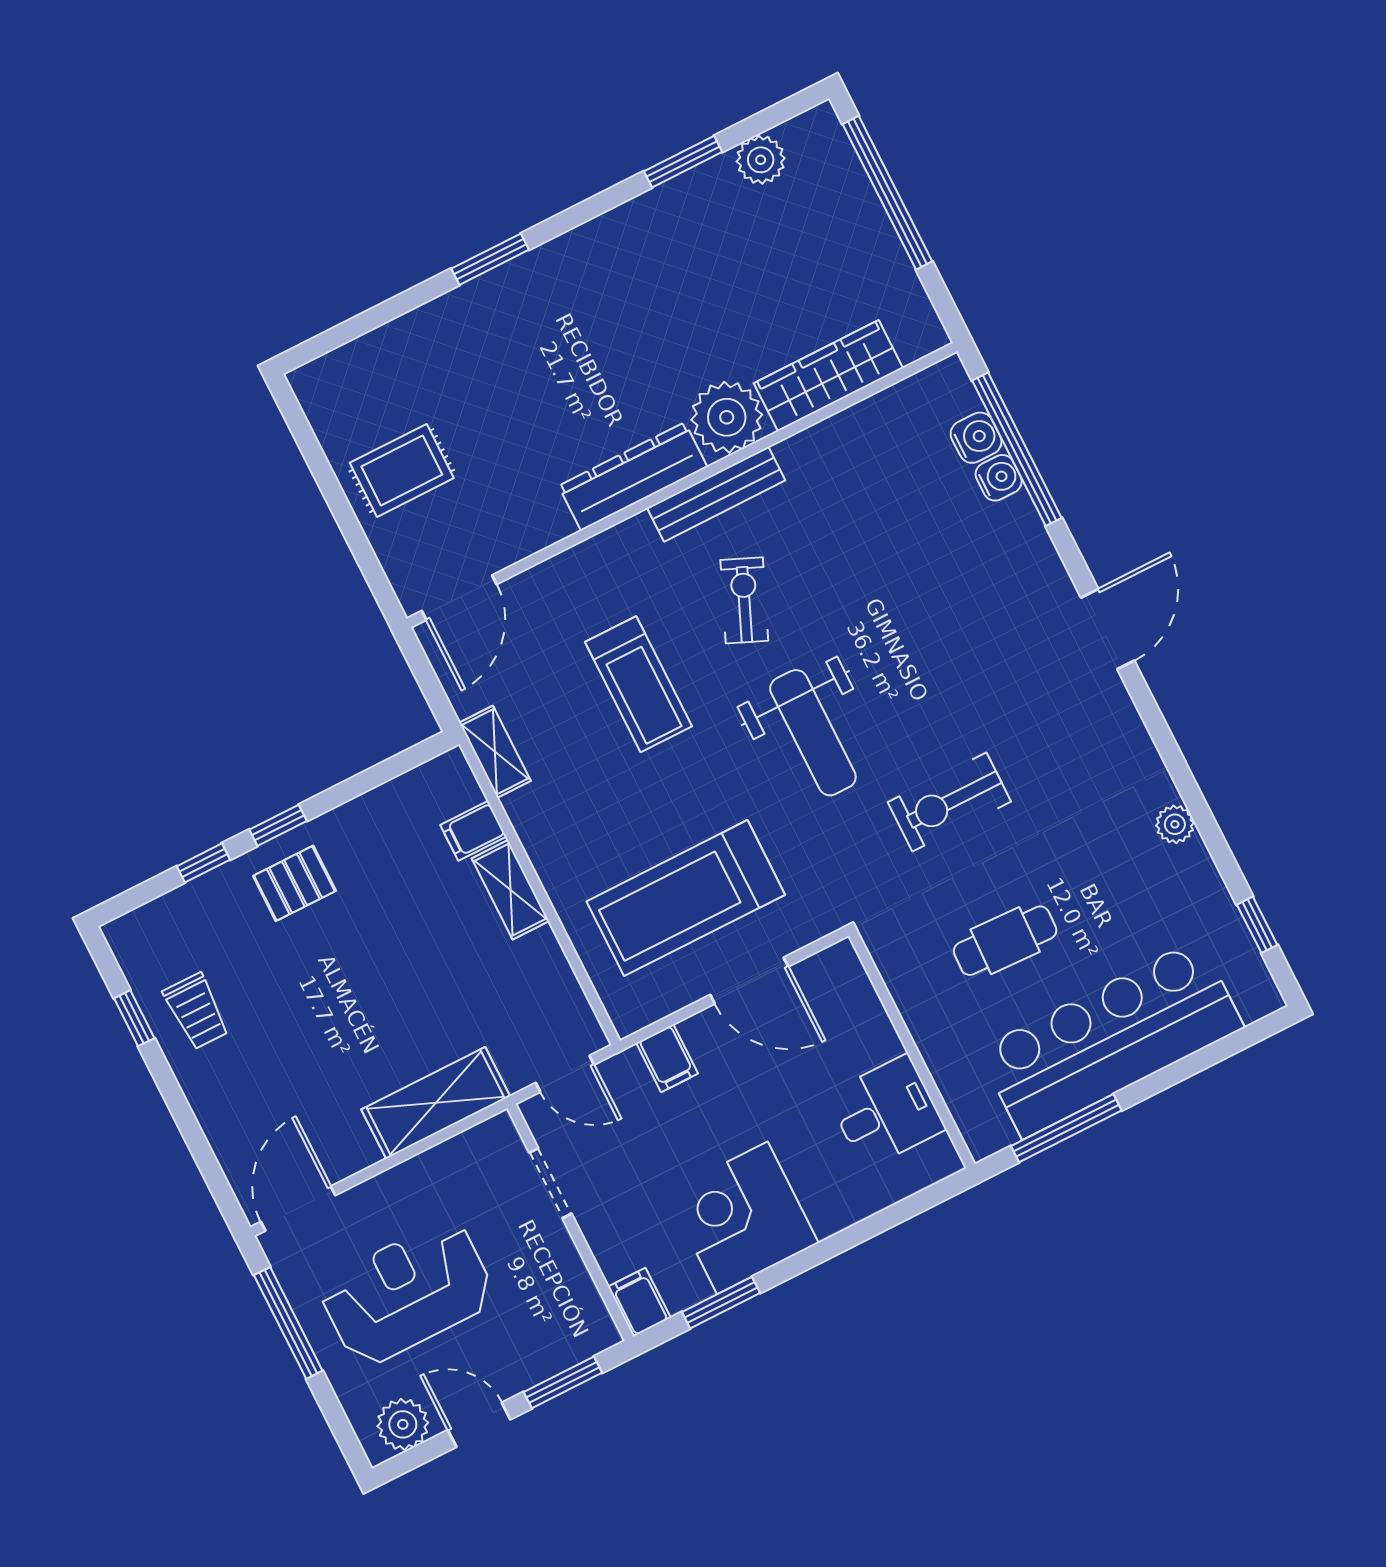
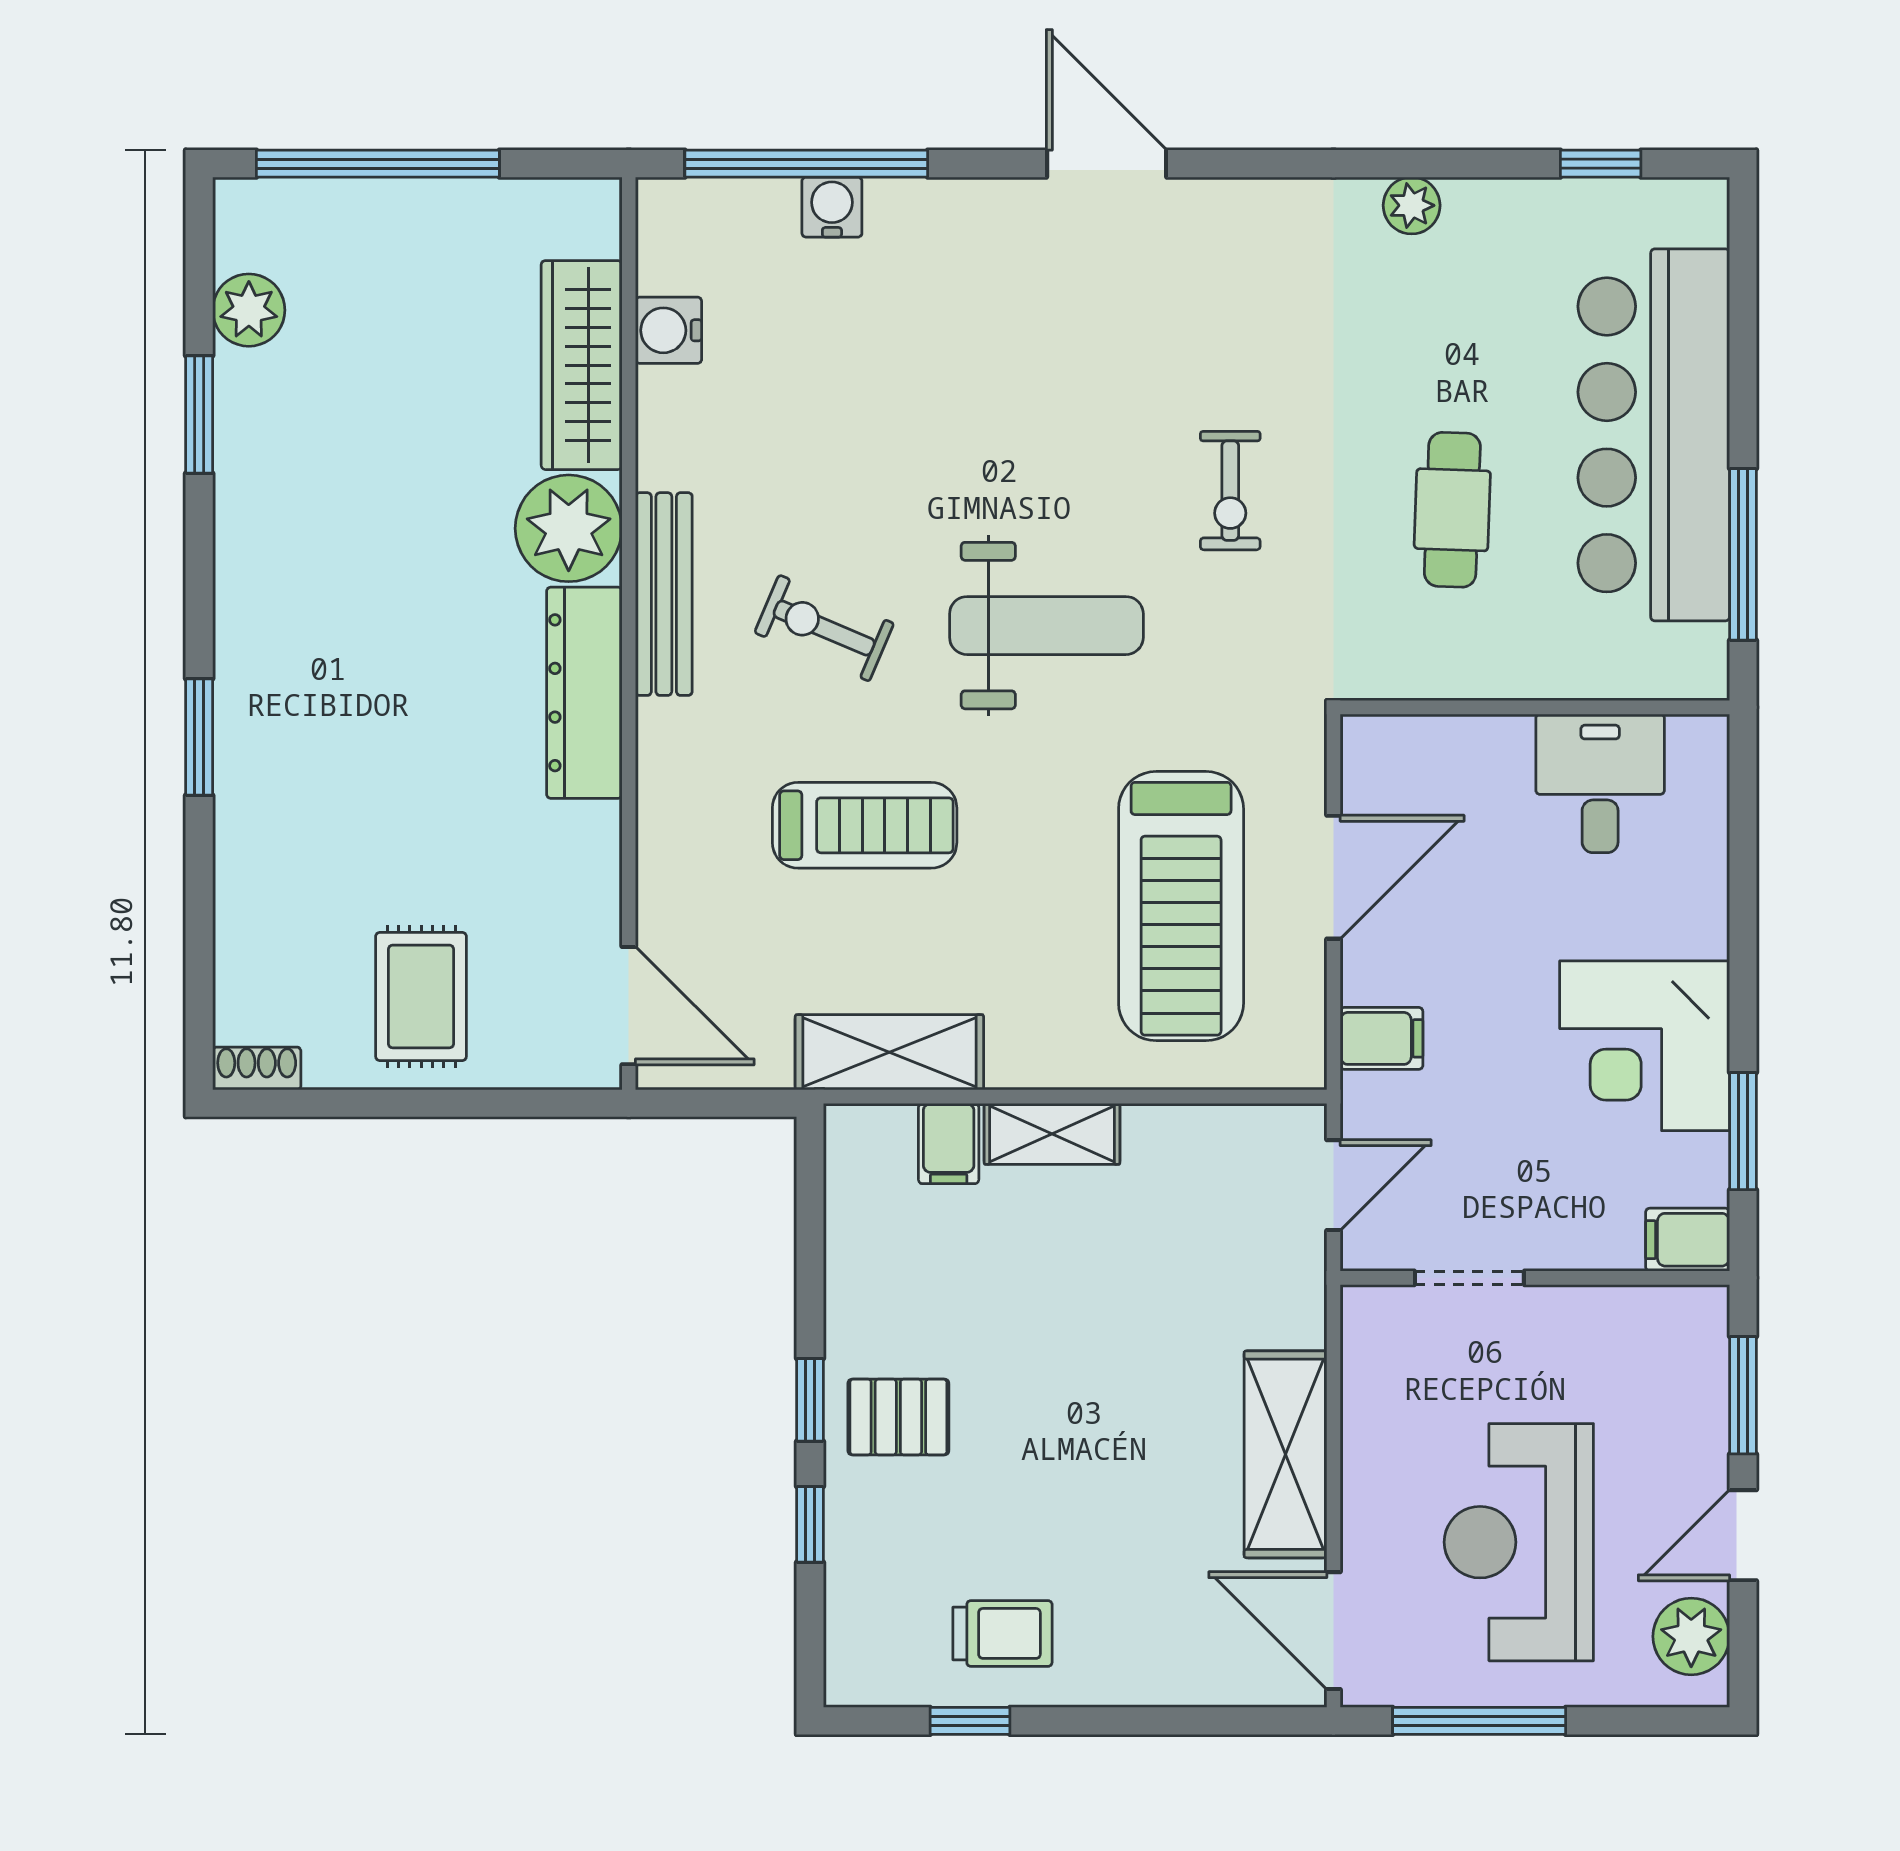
shoe rack: (309, 394) -> (257, 1068), added
water cooler: (976, 438) -> (669, 330), moved, turned -90
shelving: (495, 752) -> (889, 1052), width x1.50, depth x1.33
exercise bike: (949, 802) -> (1230, 491), width x0.73, depth x0.72
pallet: (294, 883) -> (898, 1417), turned 90
shelving: (436, 1103) -> (1285, 1454), moved

